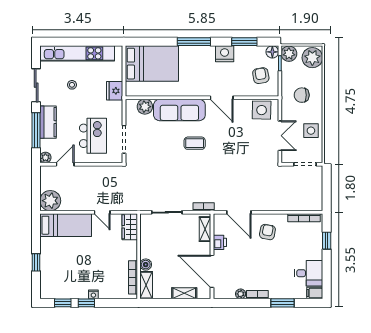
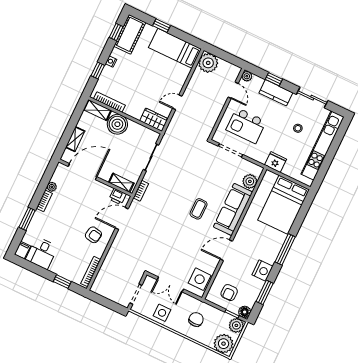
armchair: (261, 76) -> (229, 293), turned 100
window: (36, 130) -> (274, 79), width x0.46
bed: (66, 225) -> (175, 48), moved, turned 90
printer: (220, 242) -> (118, 197), moved
boiler: (146, 265) -> (117, 124), width x1.86, depth x1.86
cot: (59, 289) -> (130, 34), added
window: (86, 303) -> (98, 71), moved

